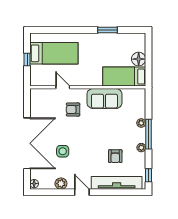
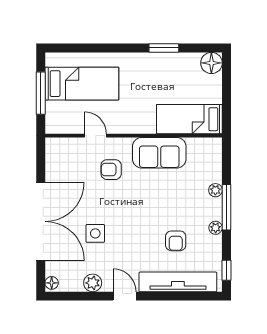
floor lamp: (139, 59) -> (211, 63), moved
window: (27, 60) -> (41, 93), width x2.17

